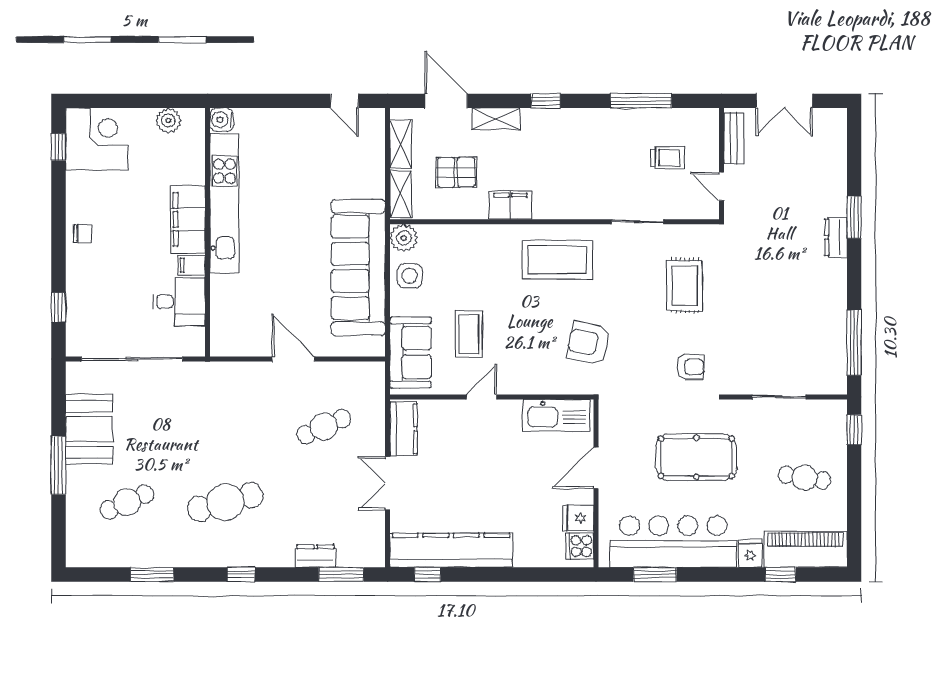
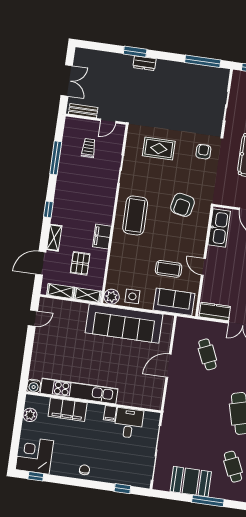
filing cabinet: (188, 220) -> (68, 410), moved

